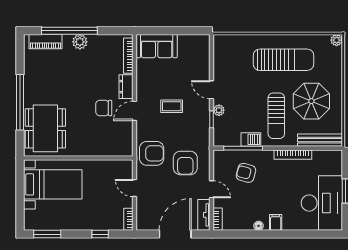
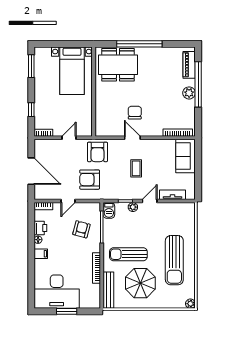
dresser: (126, 87) -> (152, 131), removed
barbecue: (251, 139) -> (109, 210), moved
tv unit: (204, 215) -> (172, 195), moved
printer: (244, 223) -> (40, 228), added

